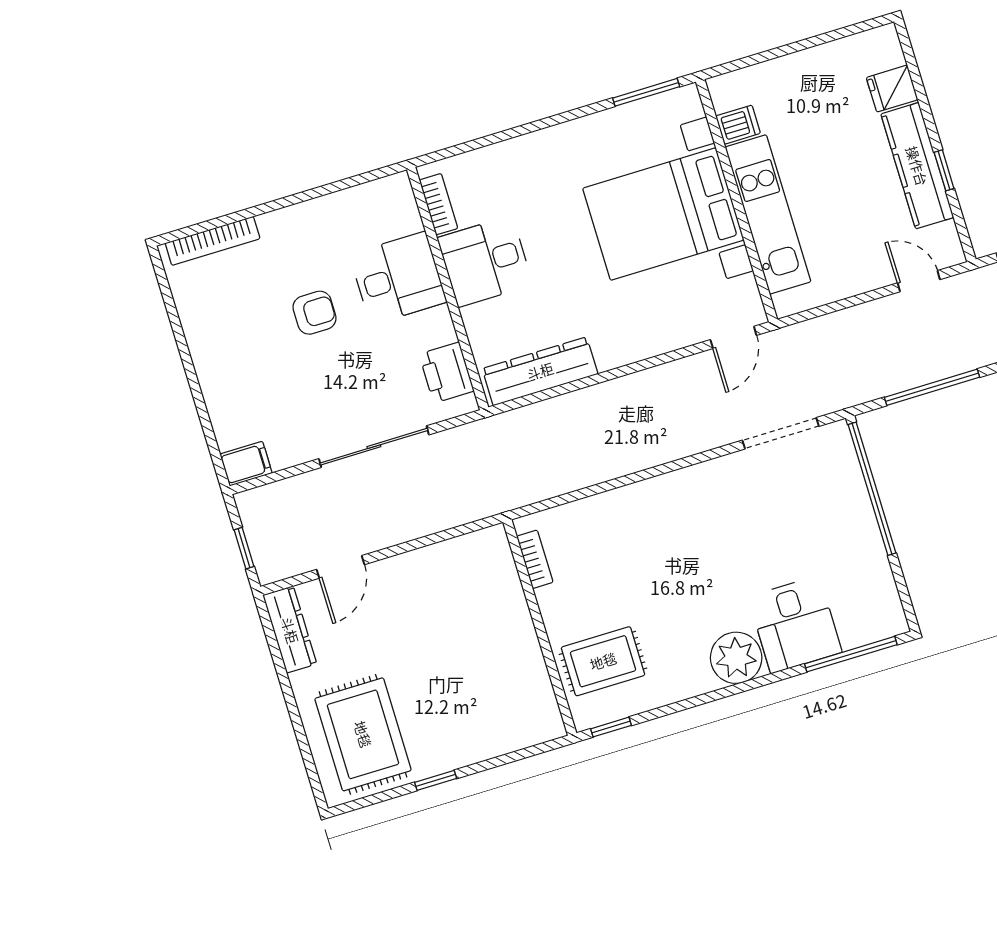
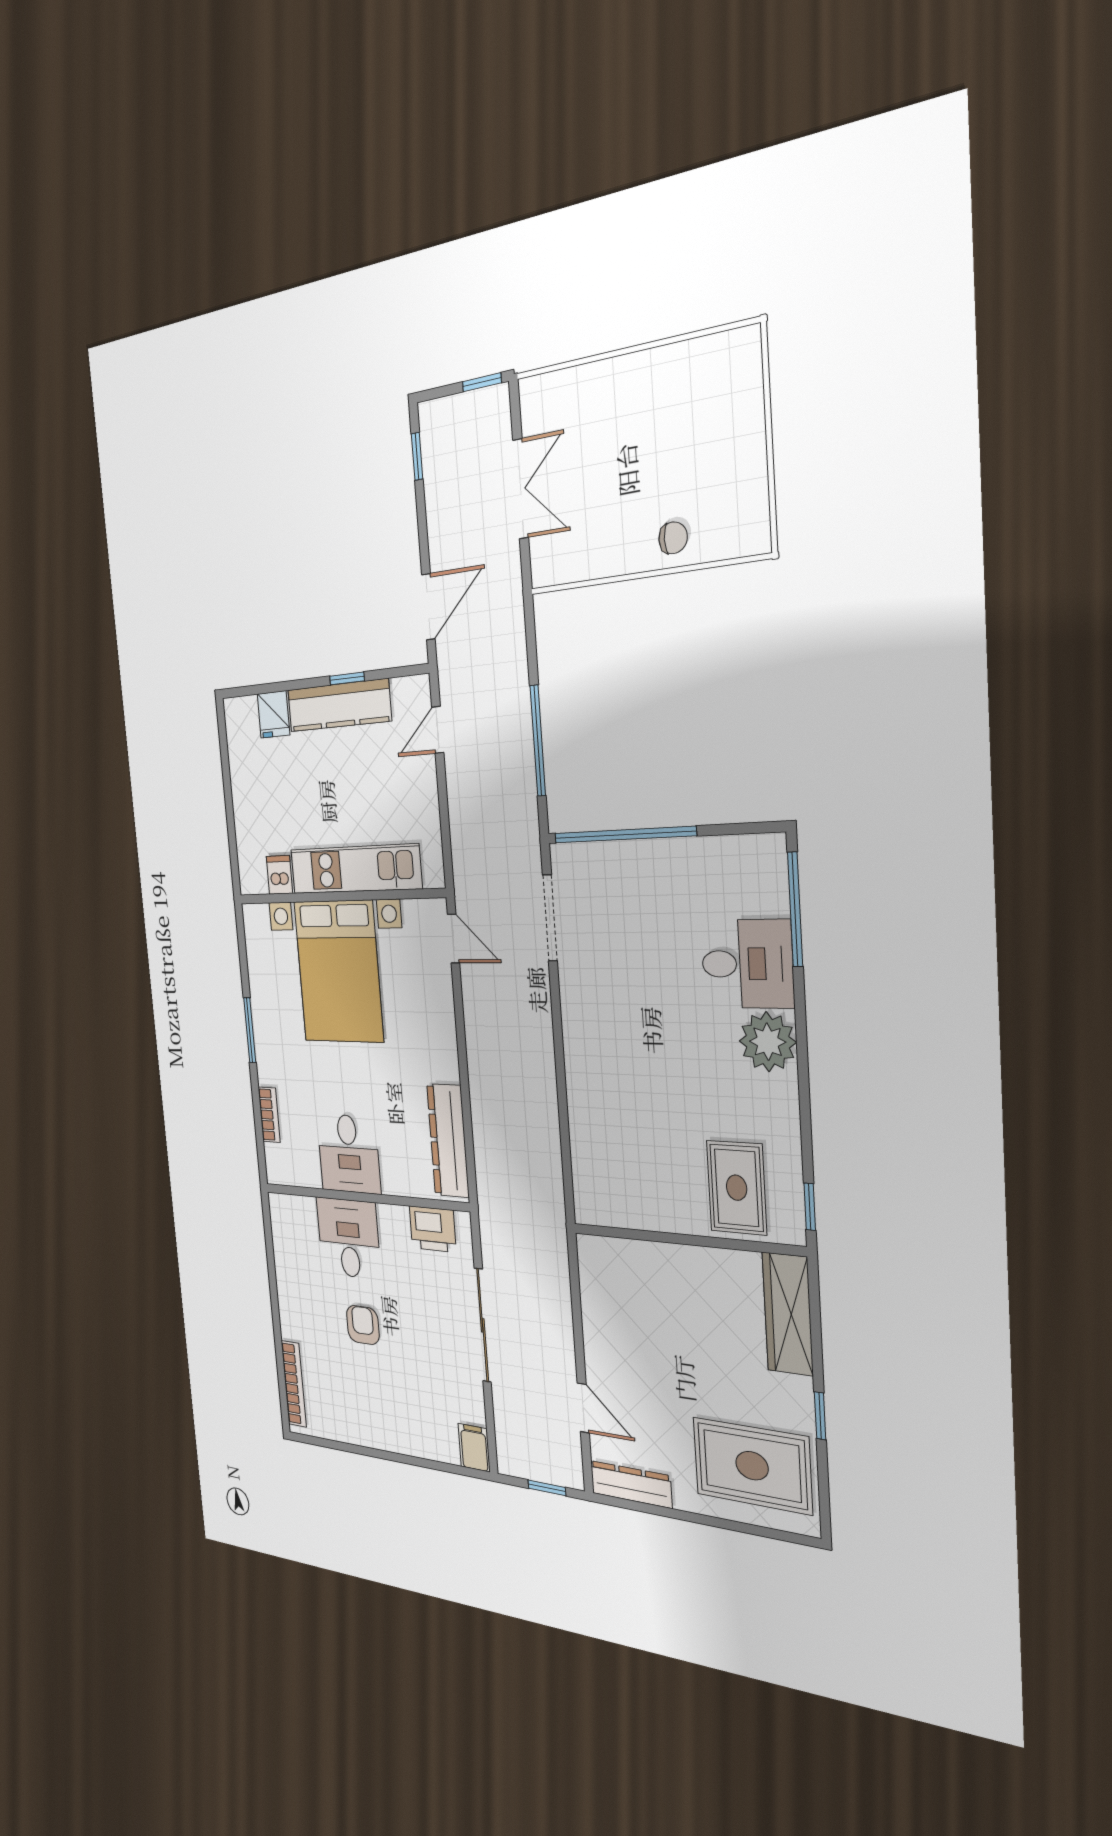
window: (646, 92) -> (250, 1030), moved
bookcase: (439, 204) -> (269, 1115), moved, turned 90
bookcase: (535, 559) -> (618, 1217), removed
wardrobe: (512, 732) -> (788, 1314), added

